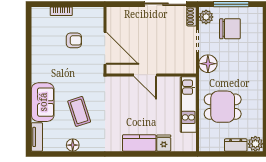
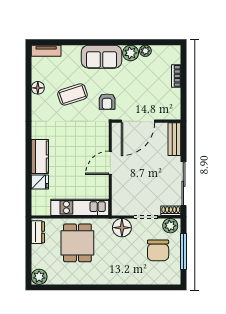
bench: (122, 13) -> (174, 139), added
armchair: (74, 40) -> (107, 102), moved
plant: (37, 41) -> (145, 51), added
plant: (39, 55) -> (131, 53), added
sofa: (43, 102) -> (102, 57), moved
dresser: (236, 145) -> (38, 232), moved

